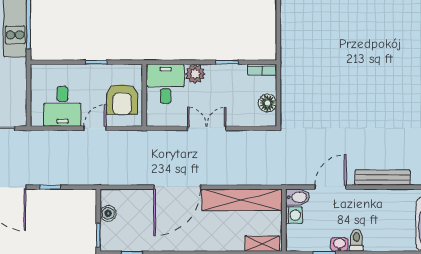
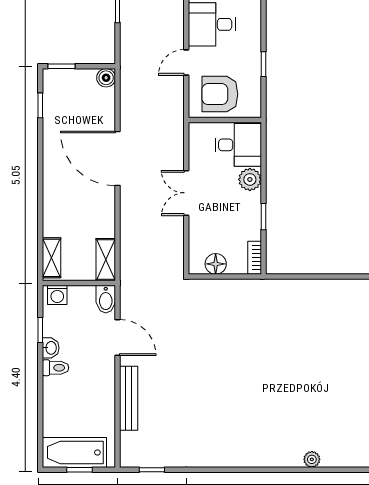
door: (95, 128) -> (186, 62), swing flipped
double door: (207, 128) -> (186, 193), swing flipped
shelving: (242, 200) -> (106, 260), width x0.45, depth x0.75
boiler: (108, 213) -> (106, 78), moved
washing machine: (294, 215) -> (57, 295), moved

